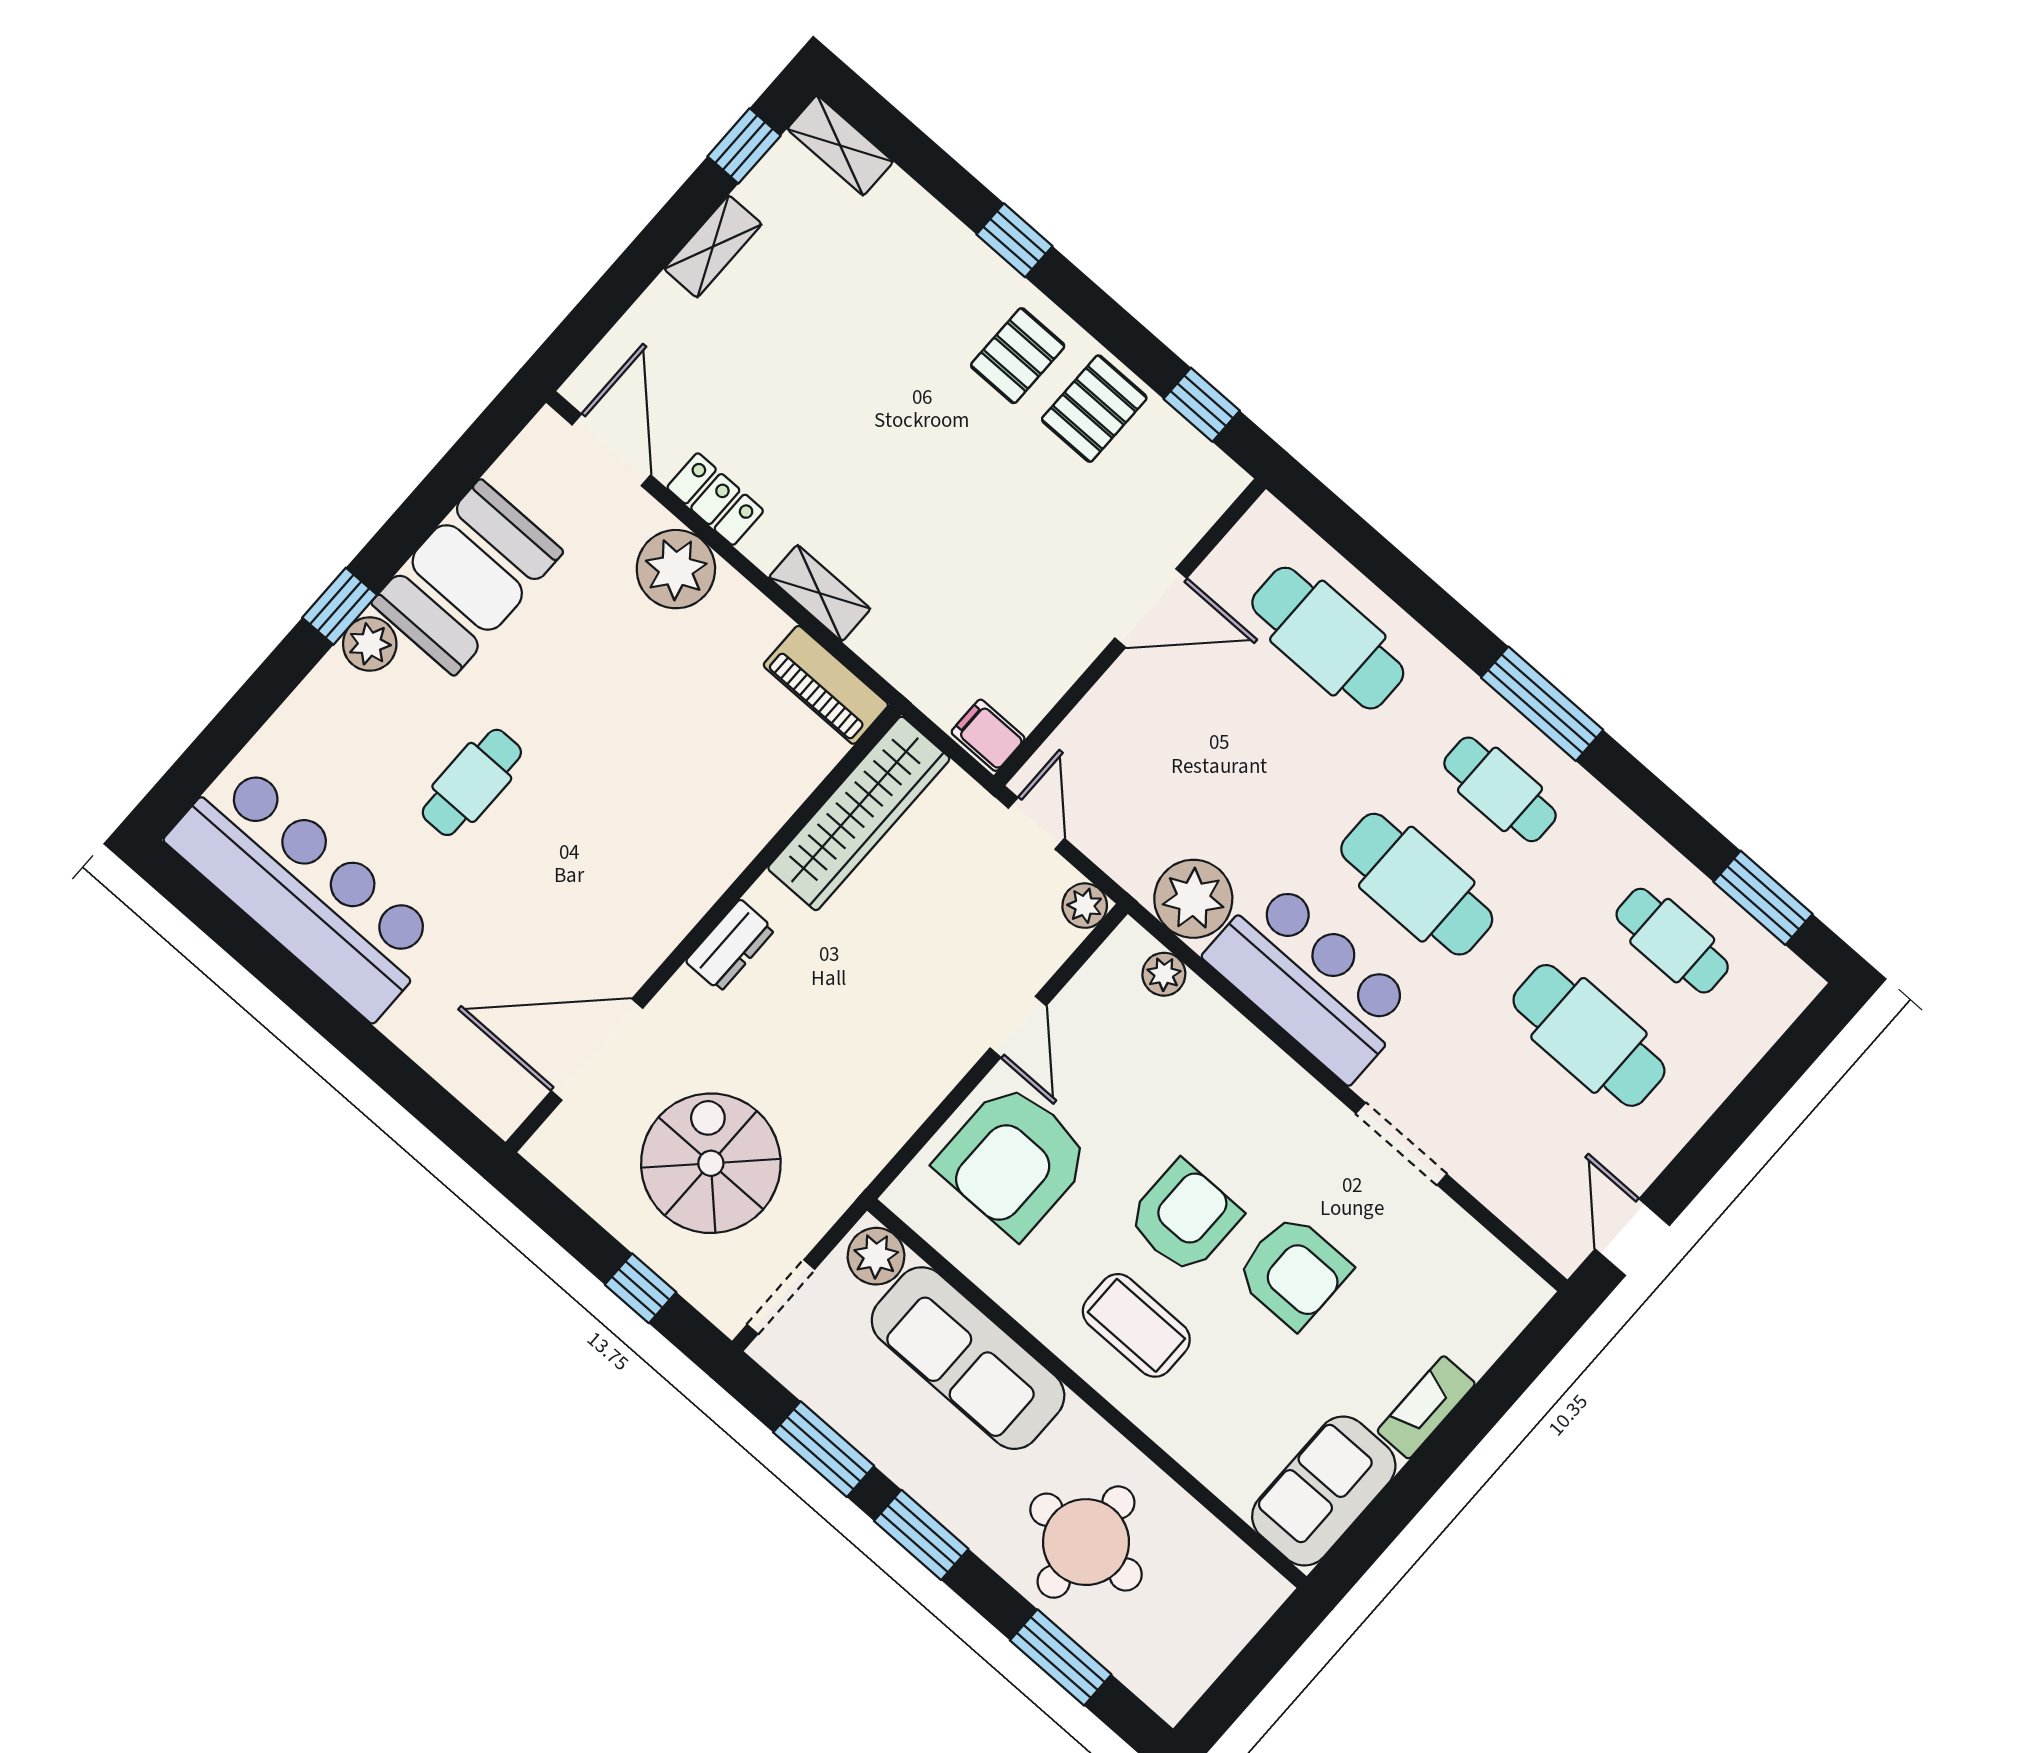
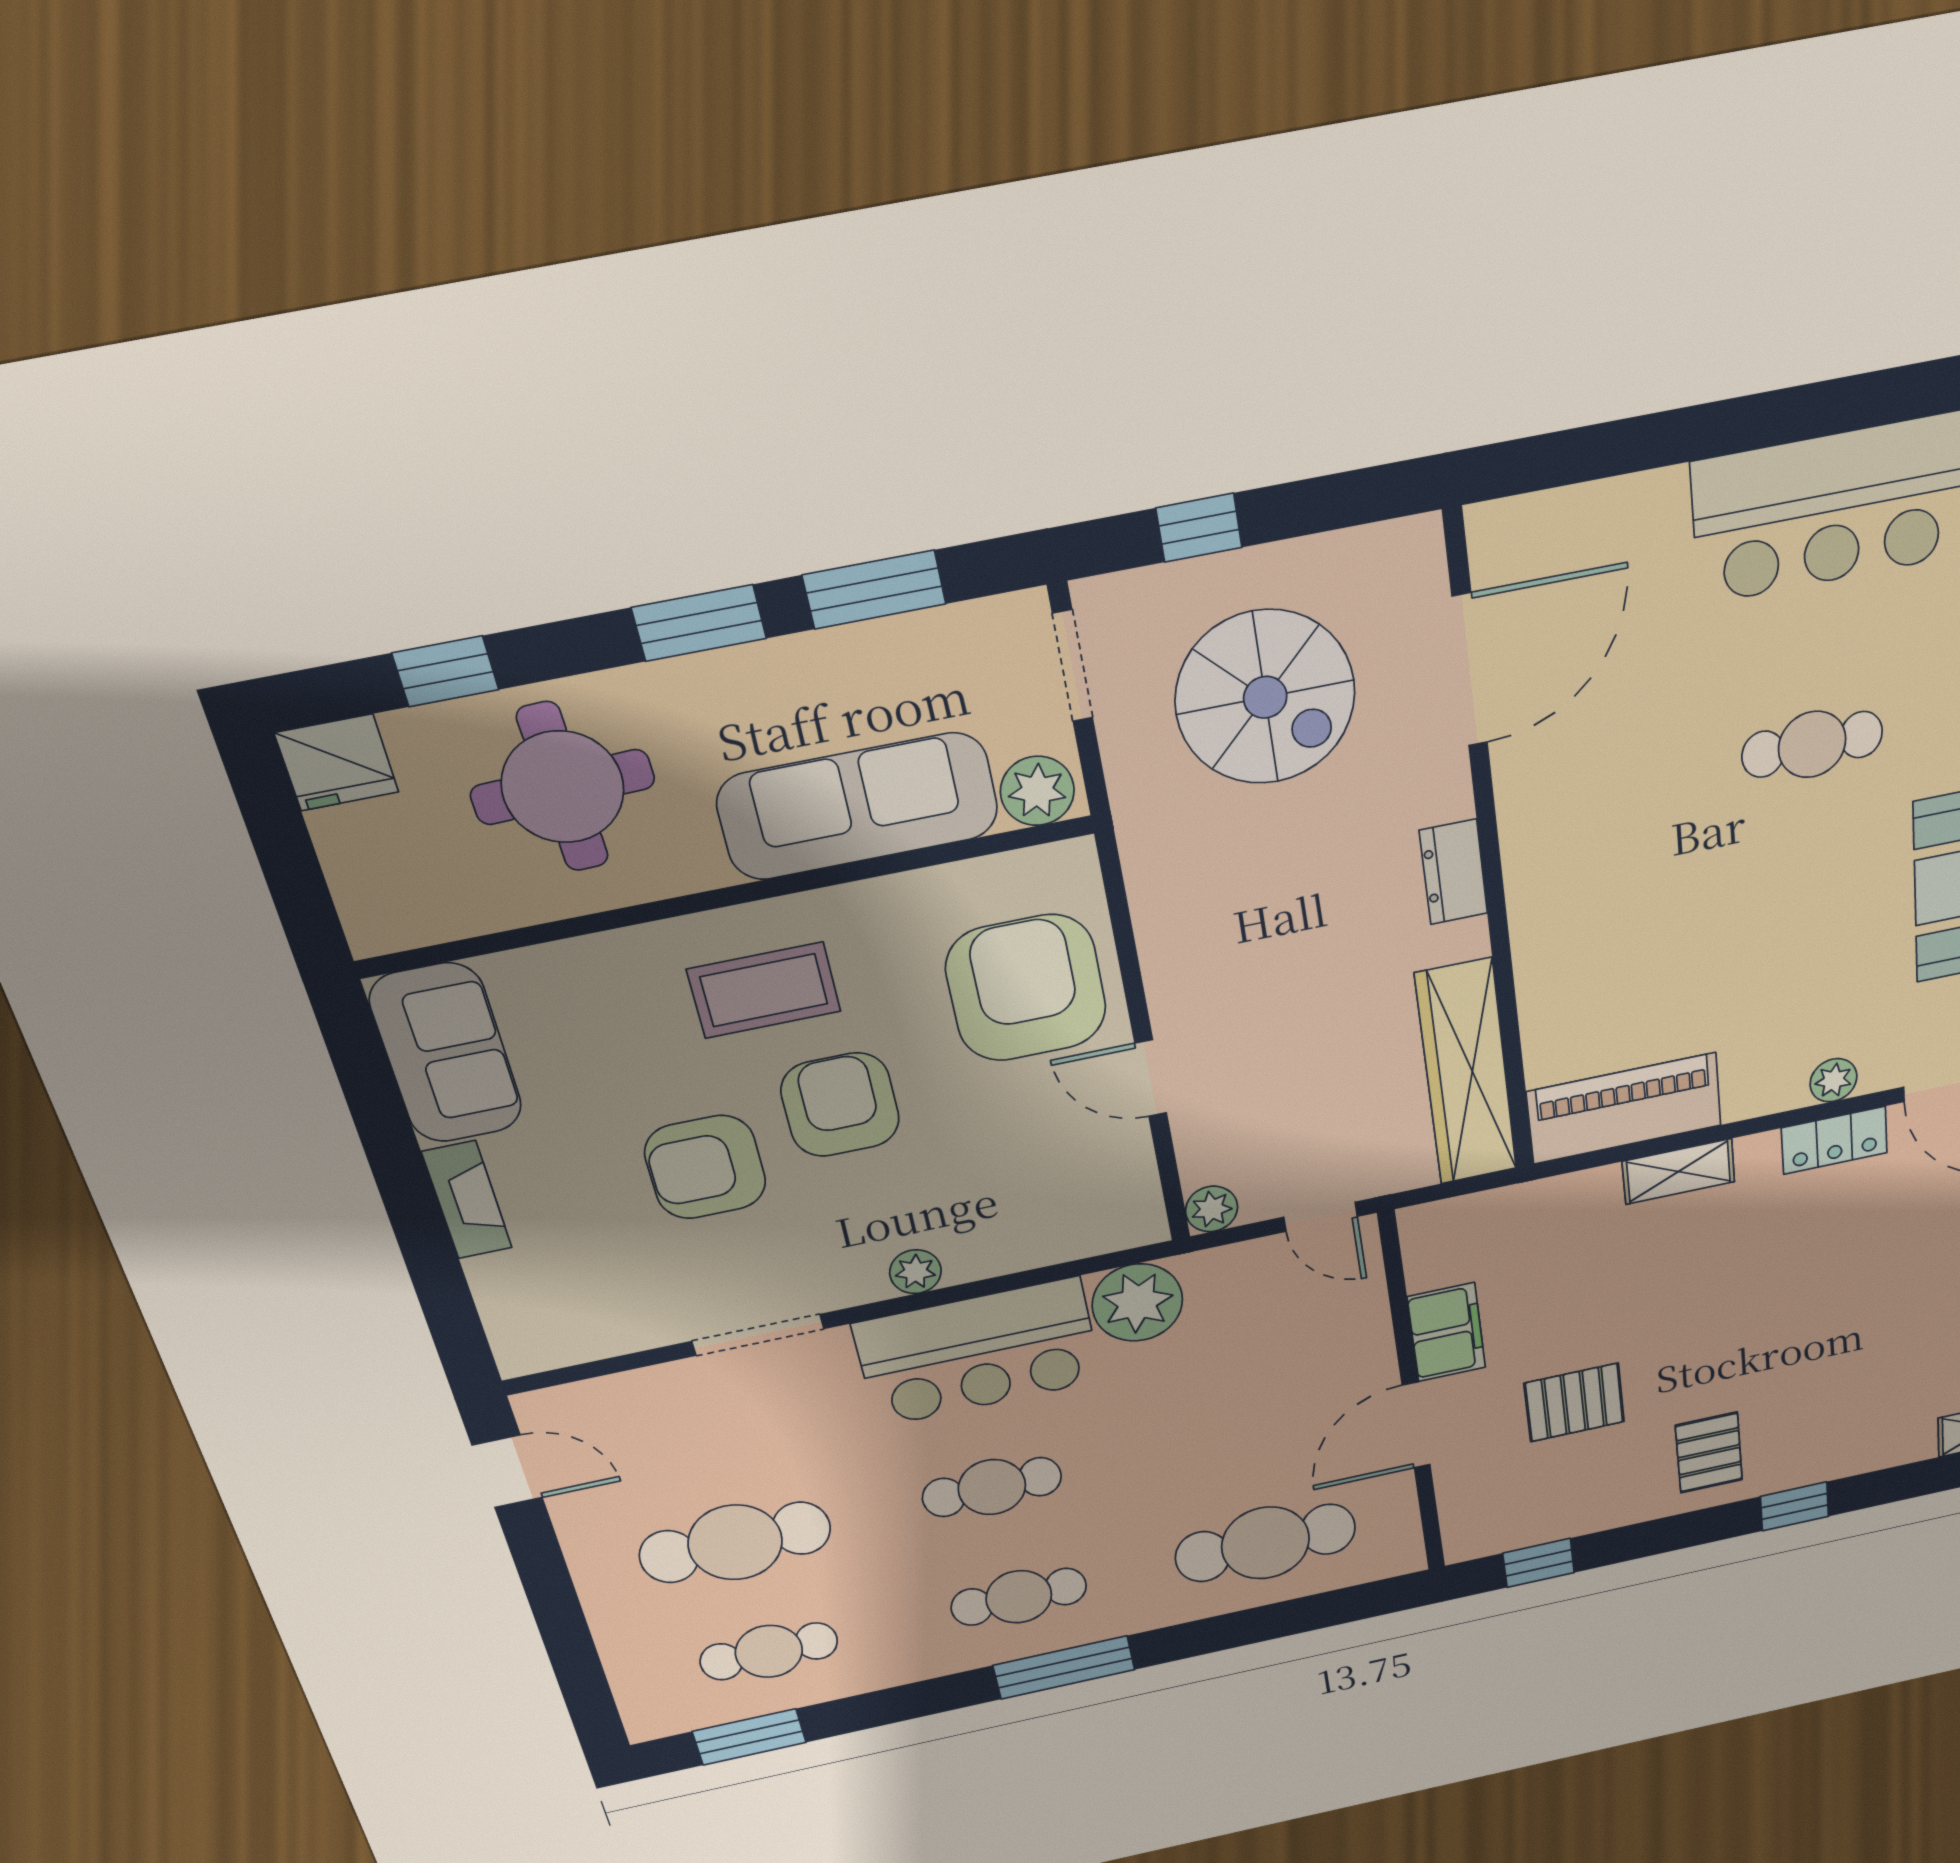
pallet: (1094, 409) -> (1574, 1403), moved, turned 90
plant: (676, 569) -> (1833, 1080), width x0.53, depth x0.53
piano: (826, 685) -> (1624, 1108), width x1.37, depth x1.33
filing cabinet: (988, 735) -> (1446, 1332), moved, width x2.00
cafe table: (472, 782) -> (1812, 744), turned 90
cafe table: (1417, 884) -> (992, 1487), width x0.73, depth x0.74
plant: (1164, 974) -> (915, 1272), moved
armchair: (1184, 1217) -> (840, 1105), turned 180
window: (1061, 1657) -> (445, 671), width x0.67
fridge: (1166, 1681) -> (337, 763), added

